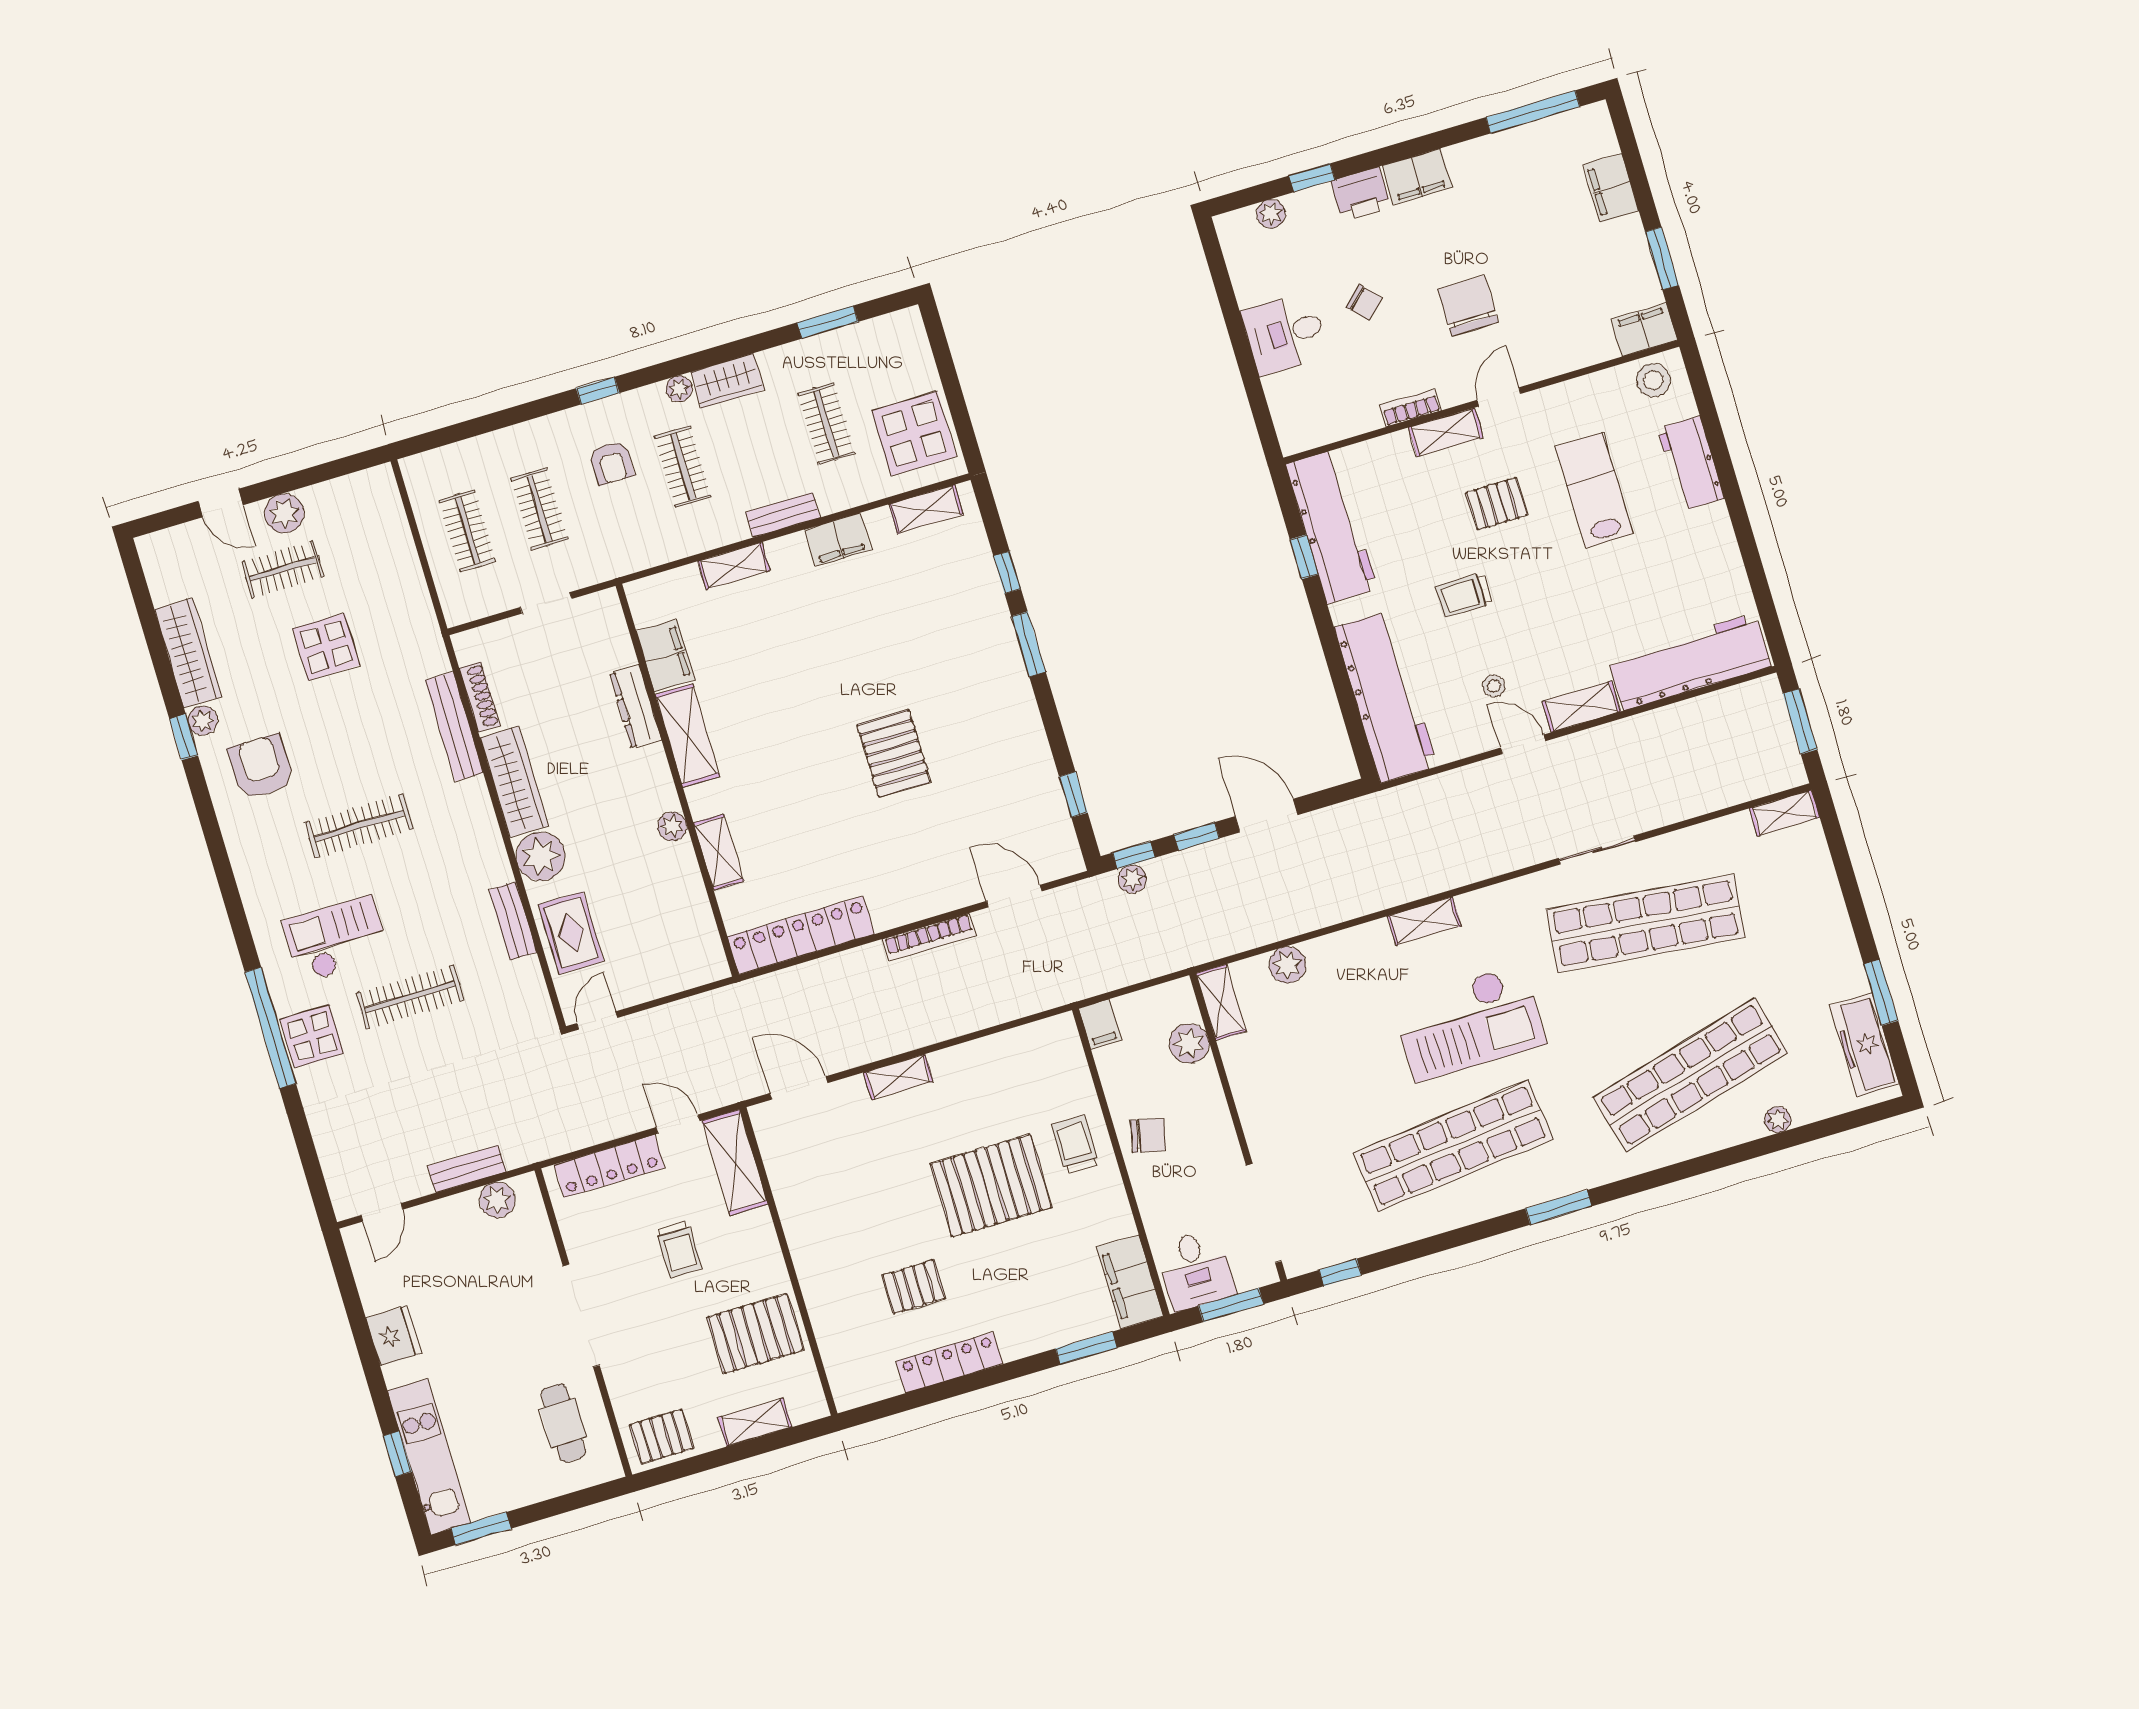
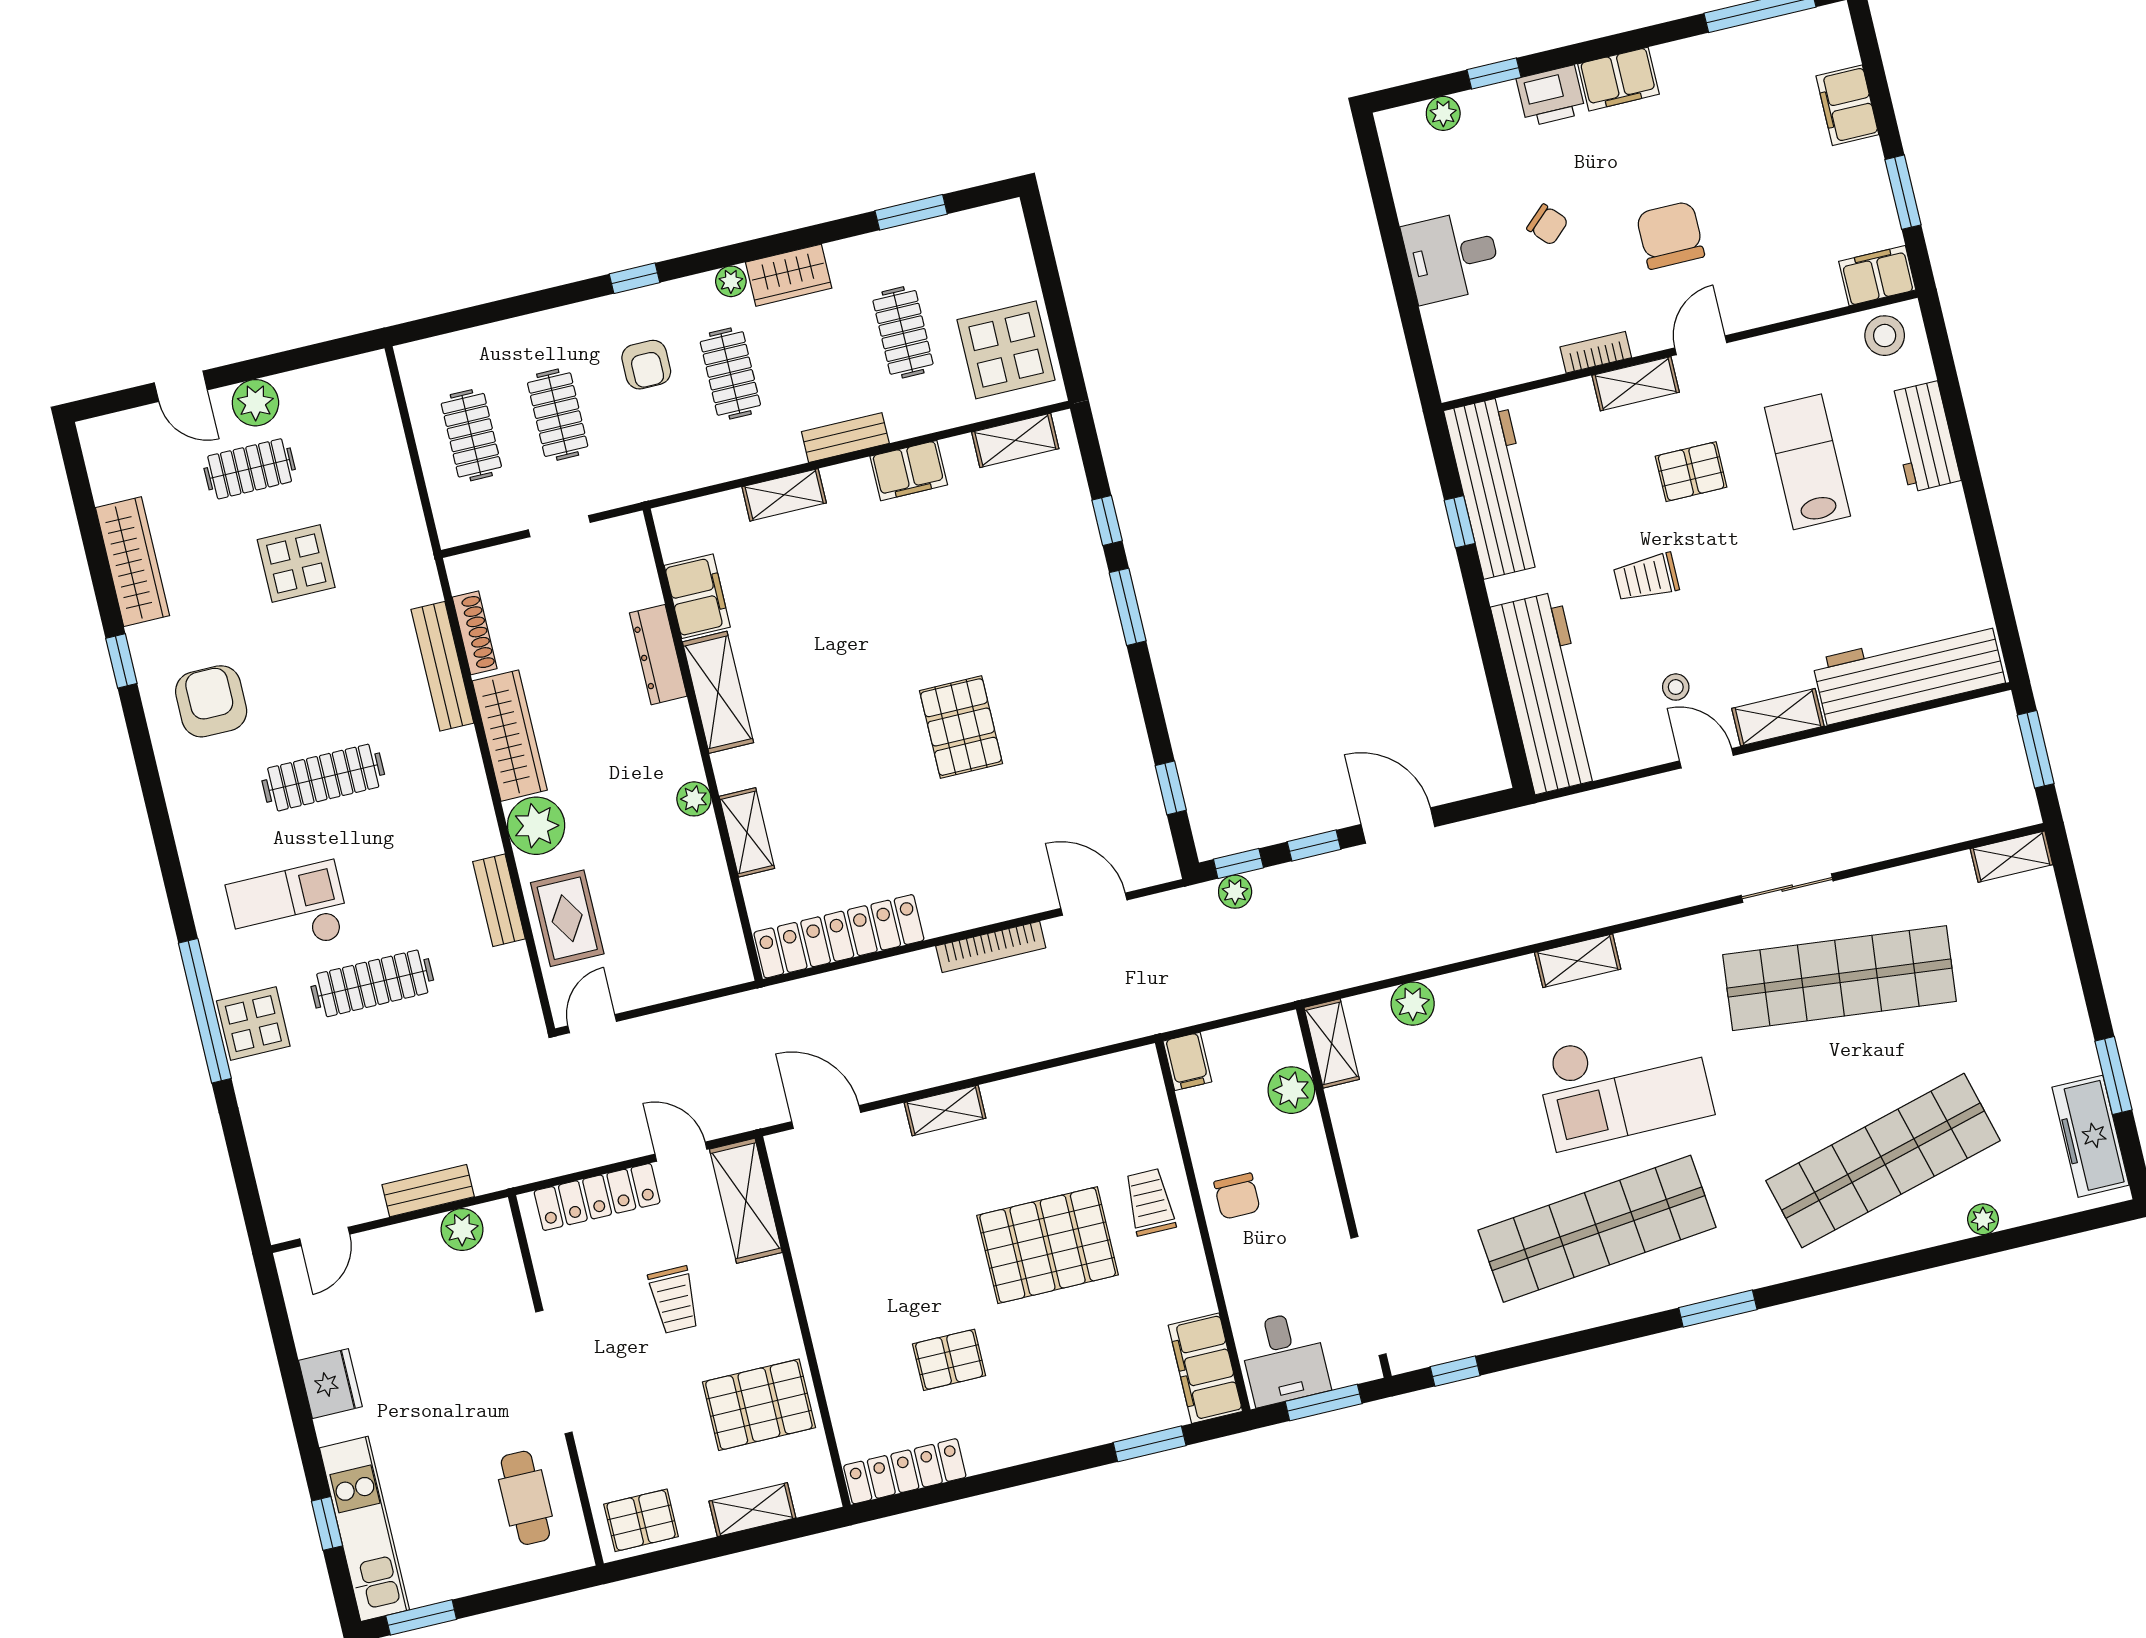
plant: (203, 721) -> (145, 643), removed
chair: (1148, 1135) -> (1237, 1196), turned 77
locker: (949, 1363) -> (905, 1471), moved

